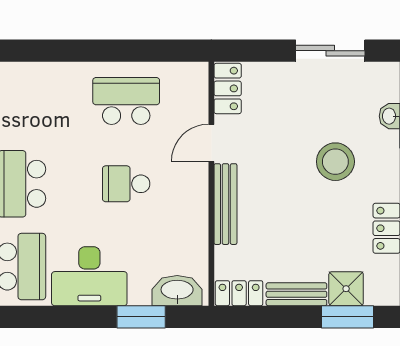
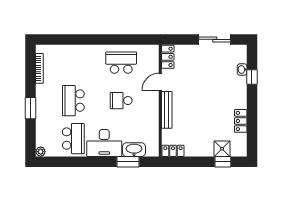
stool: (335, 162) -> (217, 90), removed
washbasin: (177, 291) -> (134, 150), moved
bench: (296, 294) -> (199, 151), removed
window: (348, 317) -> (223, 162), width x0.67

